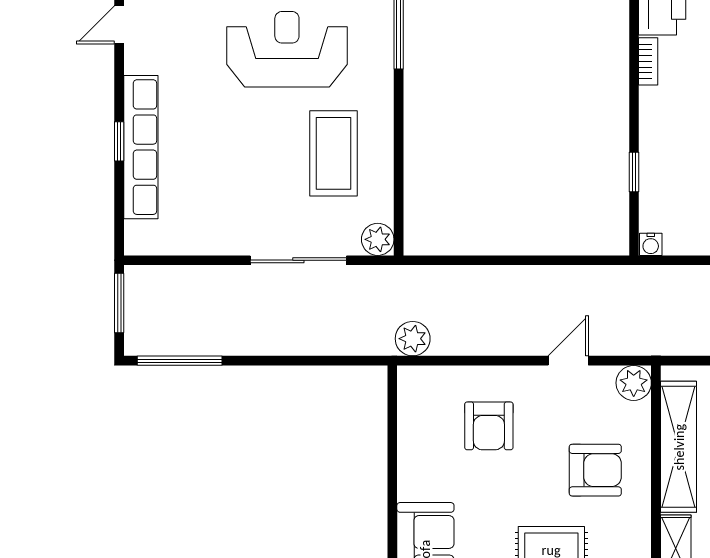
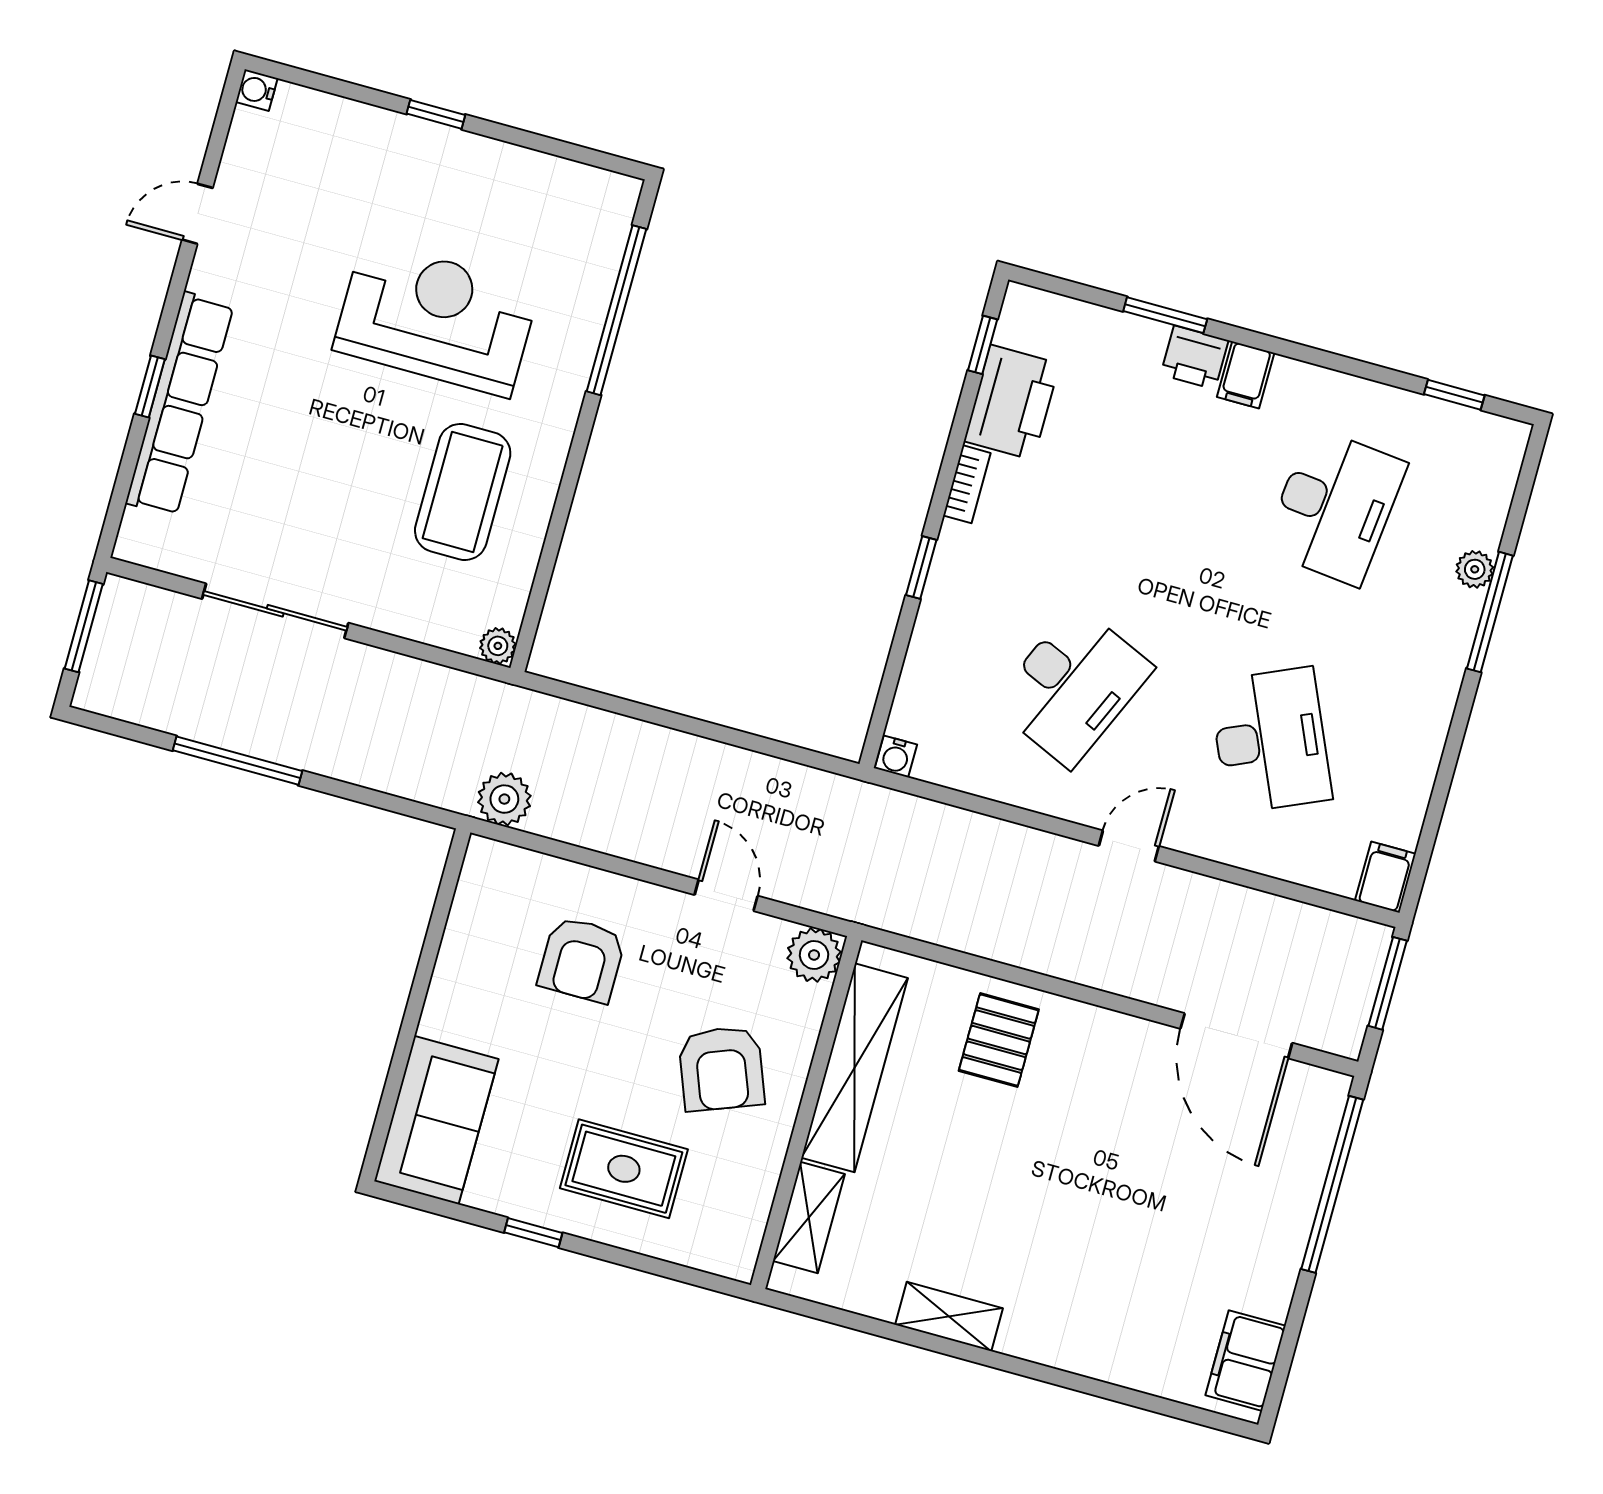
window: (634, 172) -> (921, 567), moved
plant: (378, 239) -> (498, 646), width x0.73, depth x0.73
sliding door: (298, 260) -> (275, 611), moved
window: (180, 361) -> (237, 761), moved
door: (568, 361) -> (726, 895), hinge flipped
armchair: (595, 470) -> (721, 1069), turned 69

